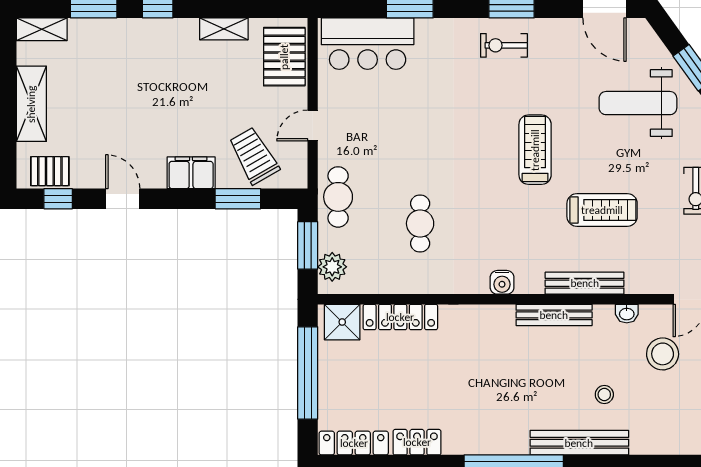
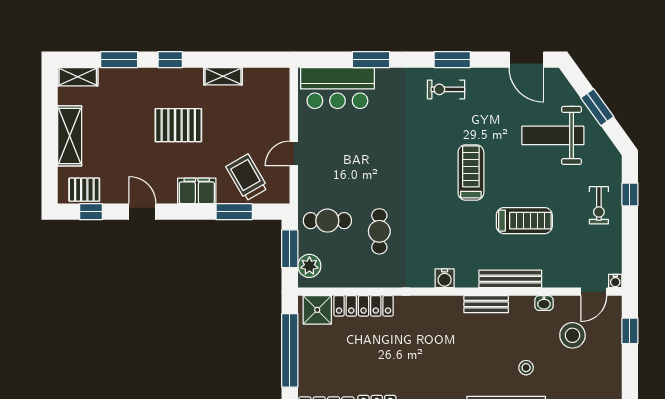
pallet: (284, 57) -> (178, 125), moved, turned 90
cafe table: (338, 197) -> (327, 221), moved, turned 90
bench: (554, 315) -> (486, 304), width x0.73

